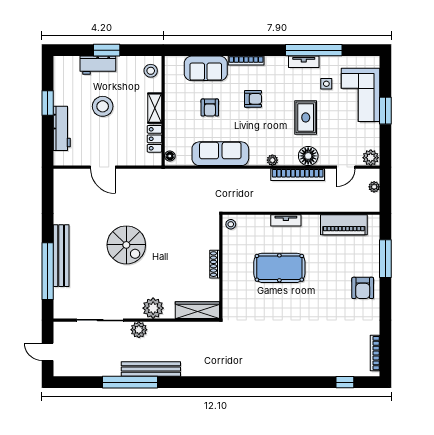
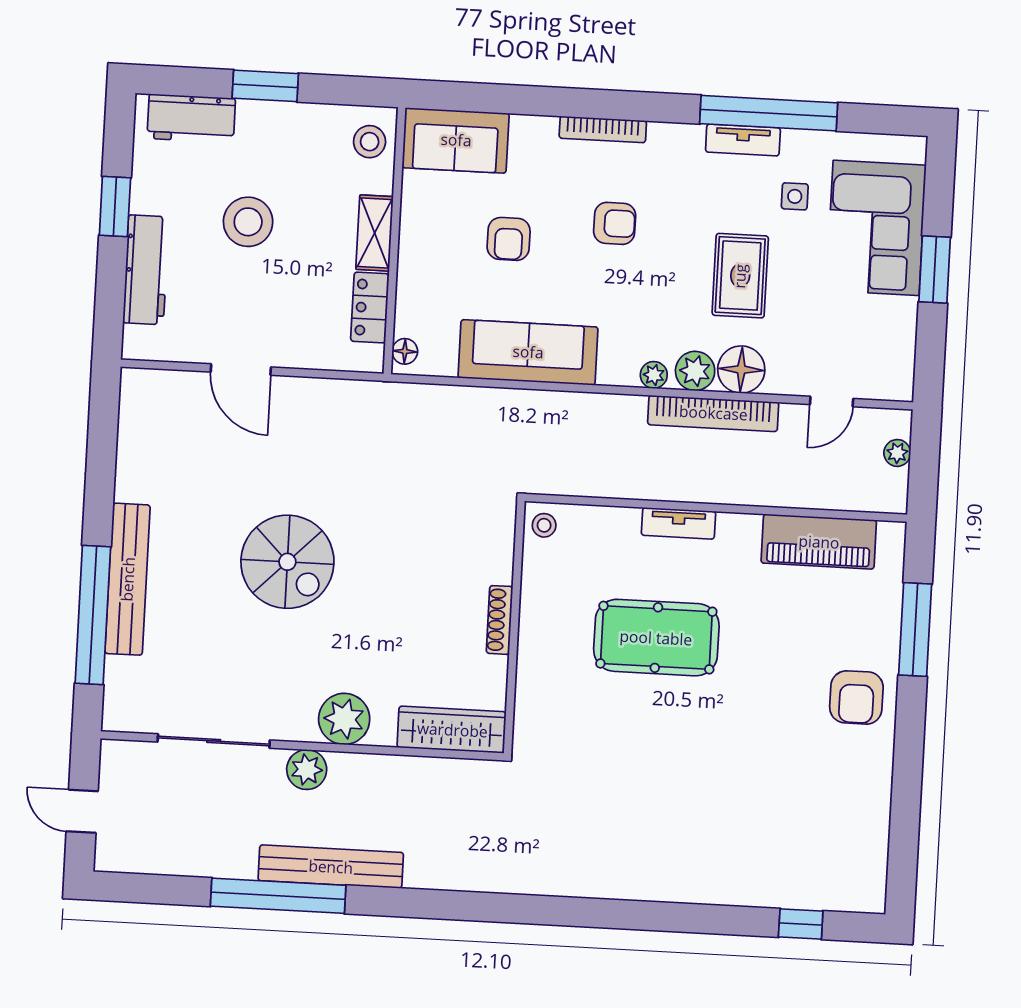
workbench: (98, 65) -> (191, 118), moved
sofa: (206, 68) -> (456, 140), moved
plant: (371, 158) -> (695, 371), moved
bookcase: (375, 353) -> (878, 857), removed

